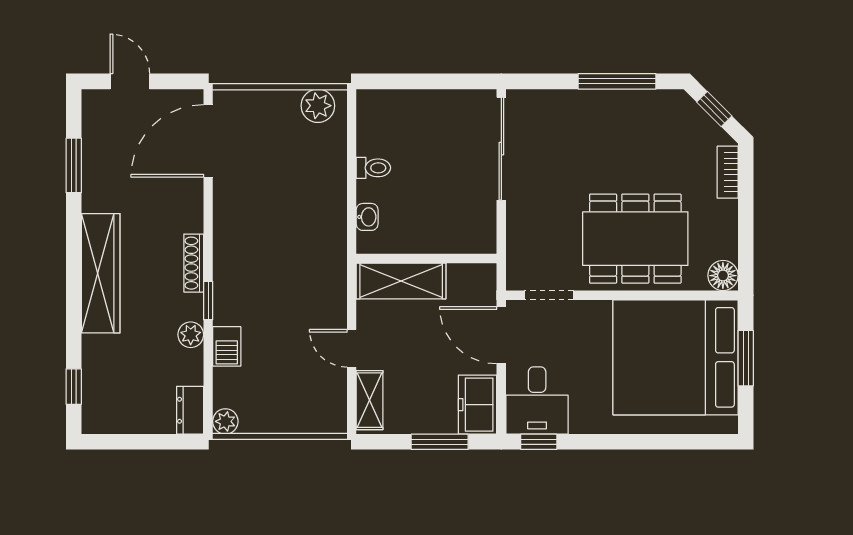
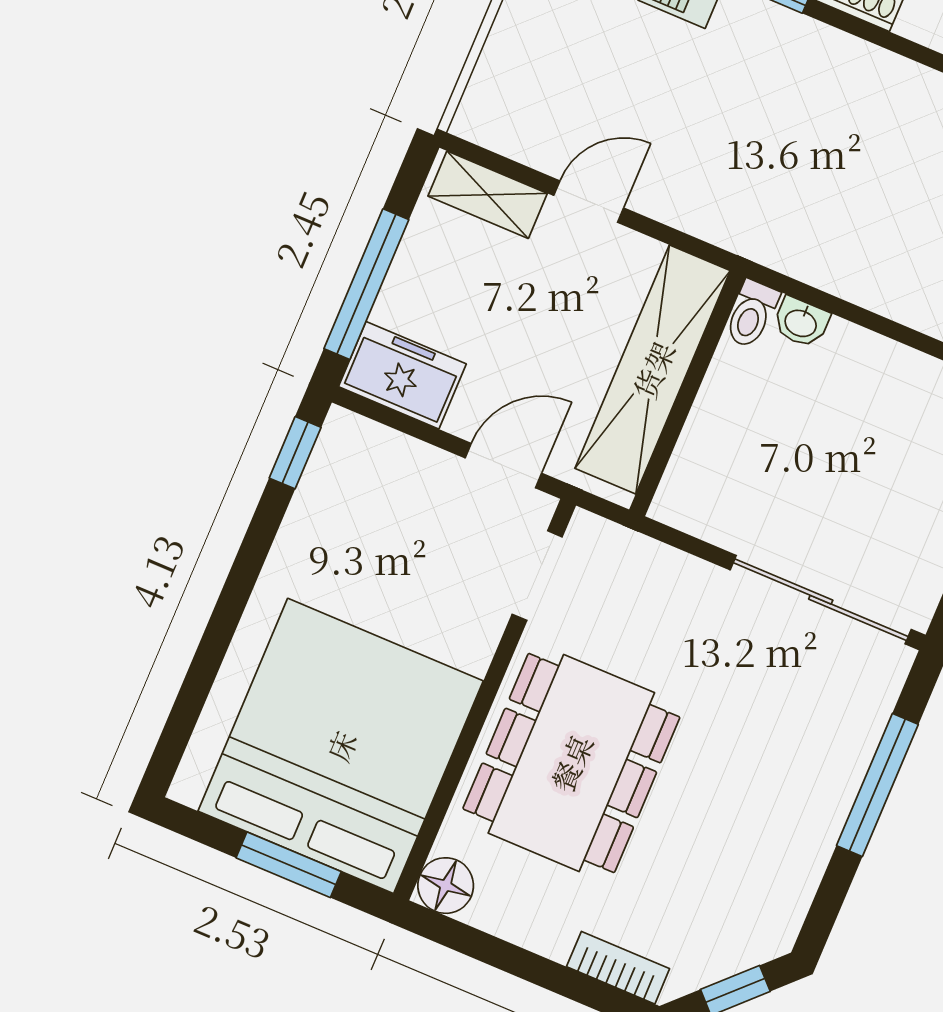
window: (617, 81) -> (877, 785), moved
toilet: (373, 168) -> (751, 314), moved
shelving: (401, 281) -> (653, 370), width x1.47
door: (501, 335) -> (503, 466), width x0.73
desk: (537, 401) -> (367, 479), removed
window: (440, 442) -> (366, 284), width x1.44

